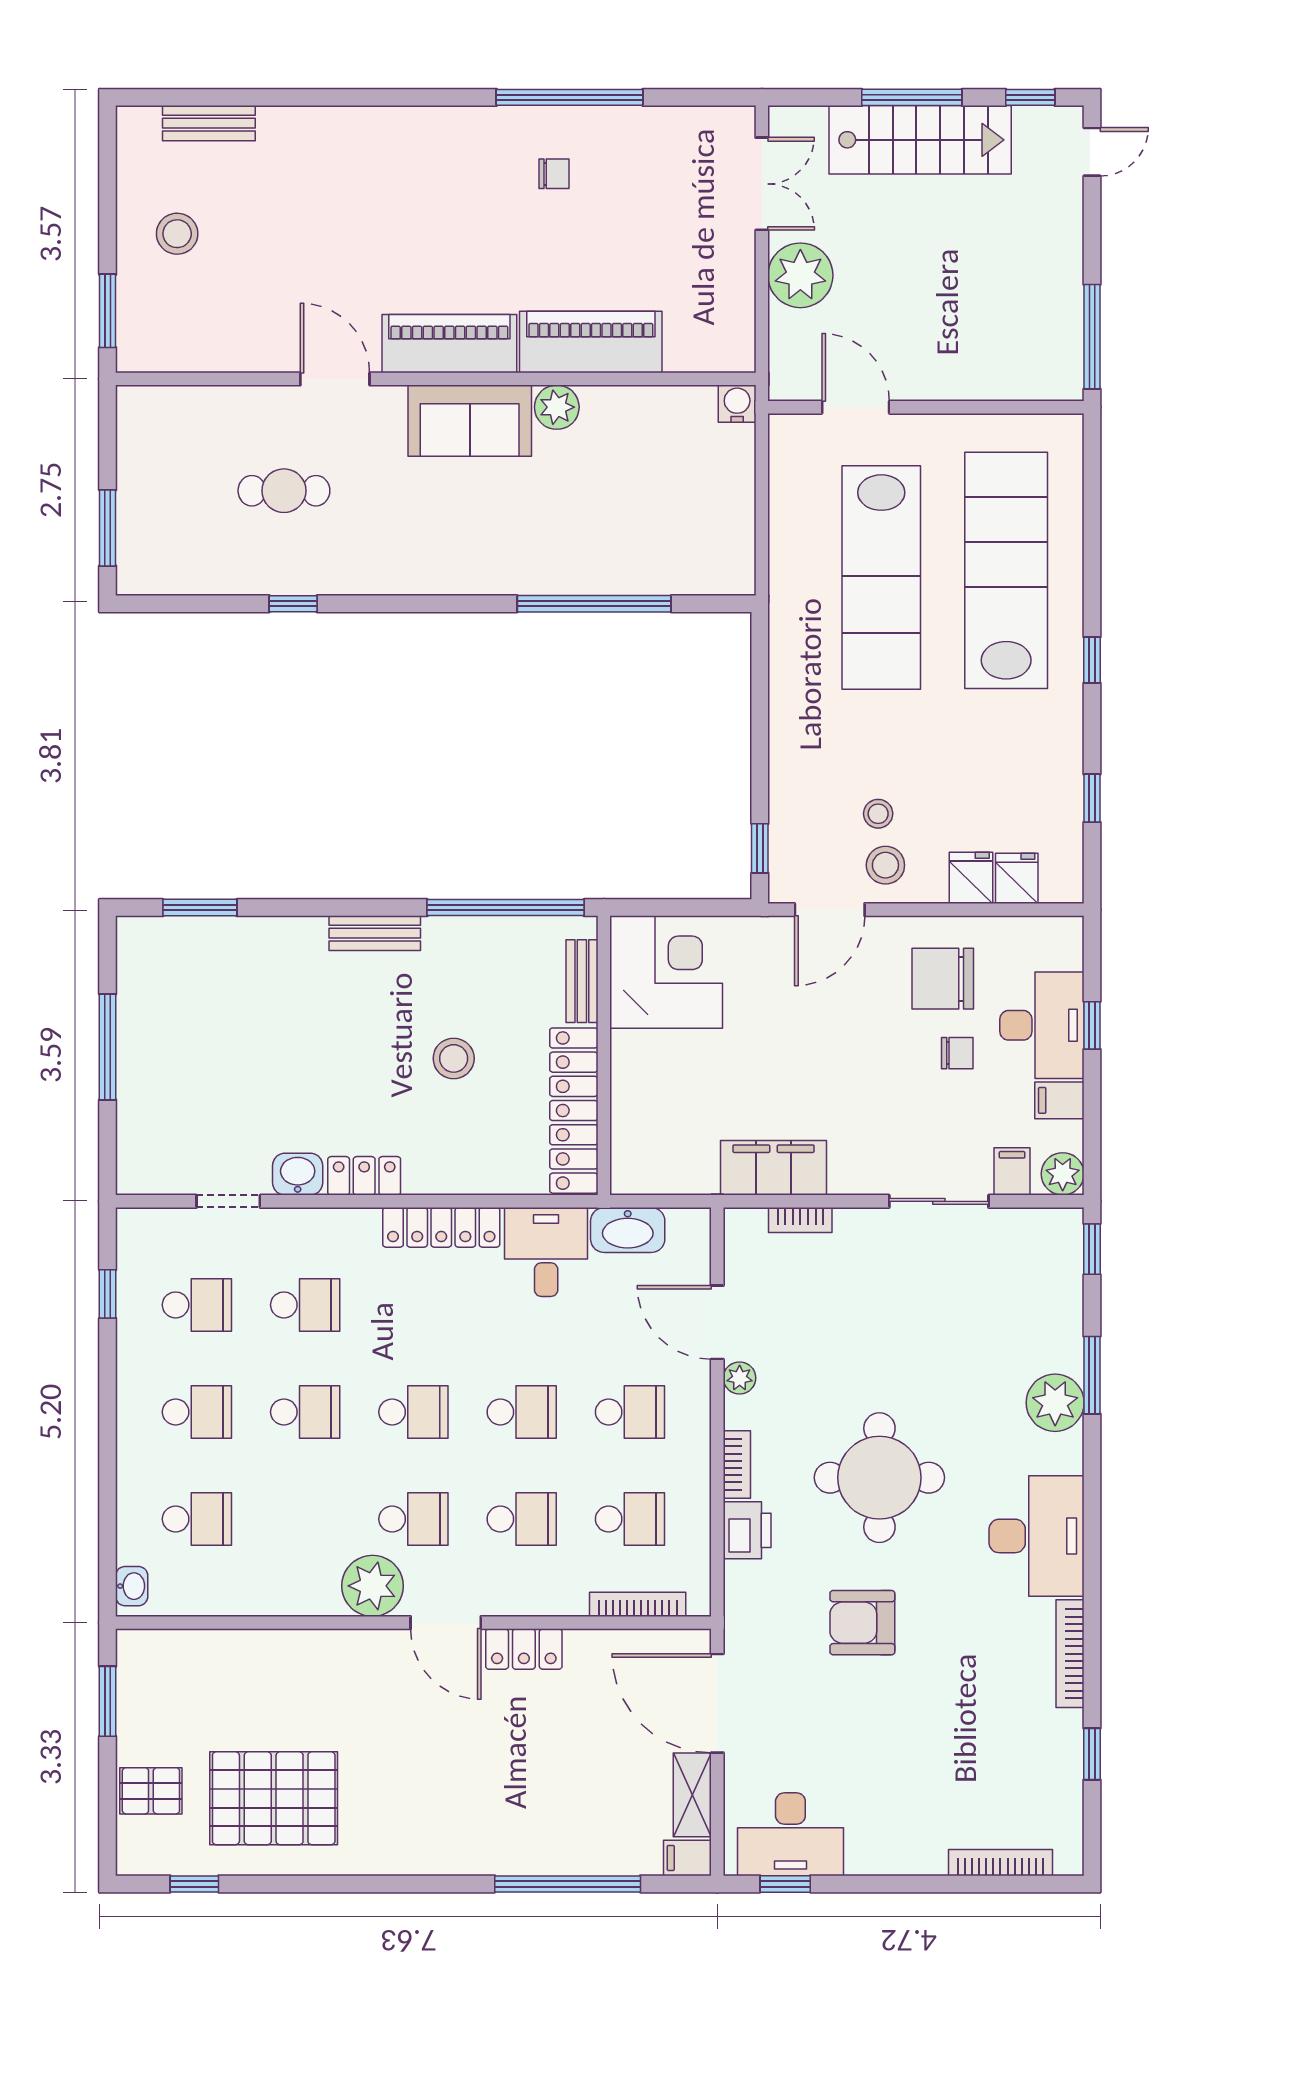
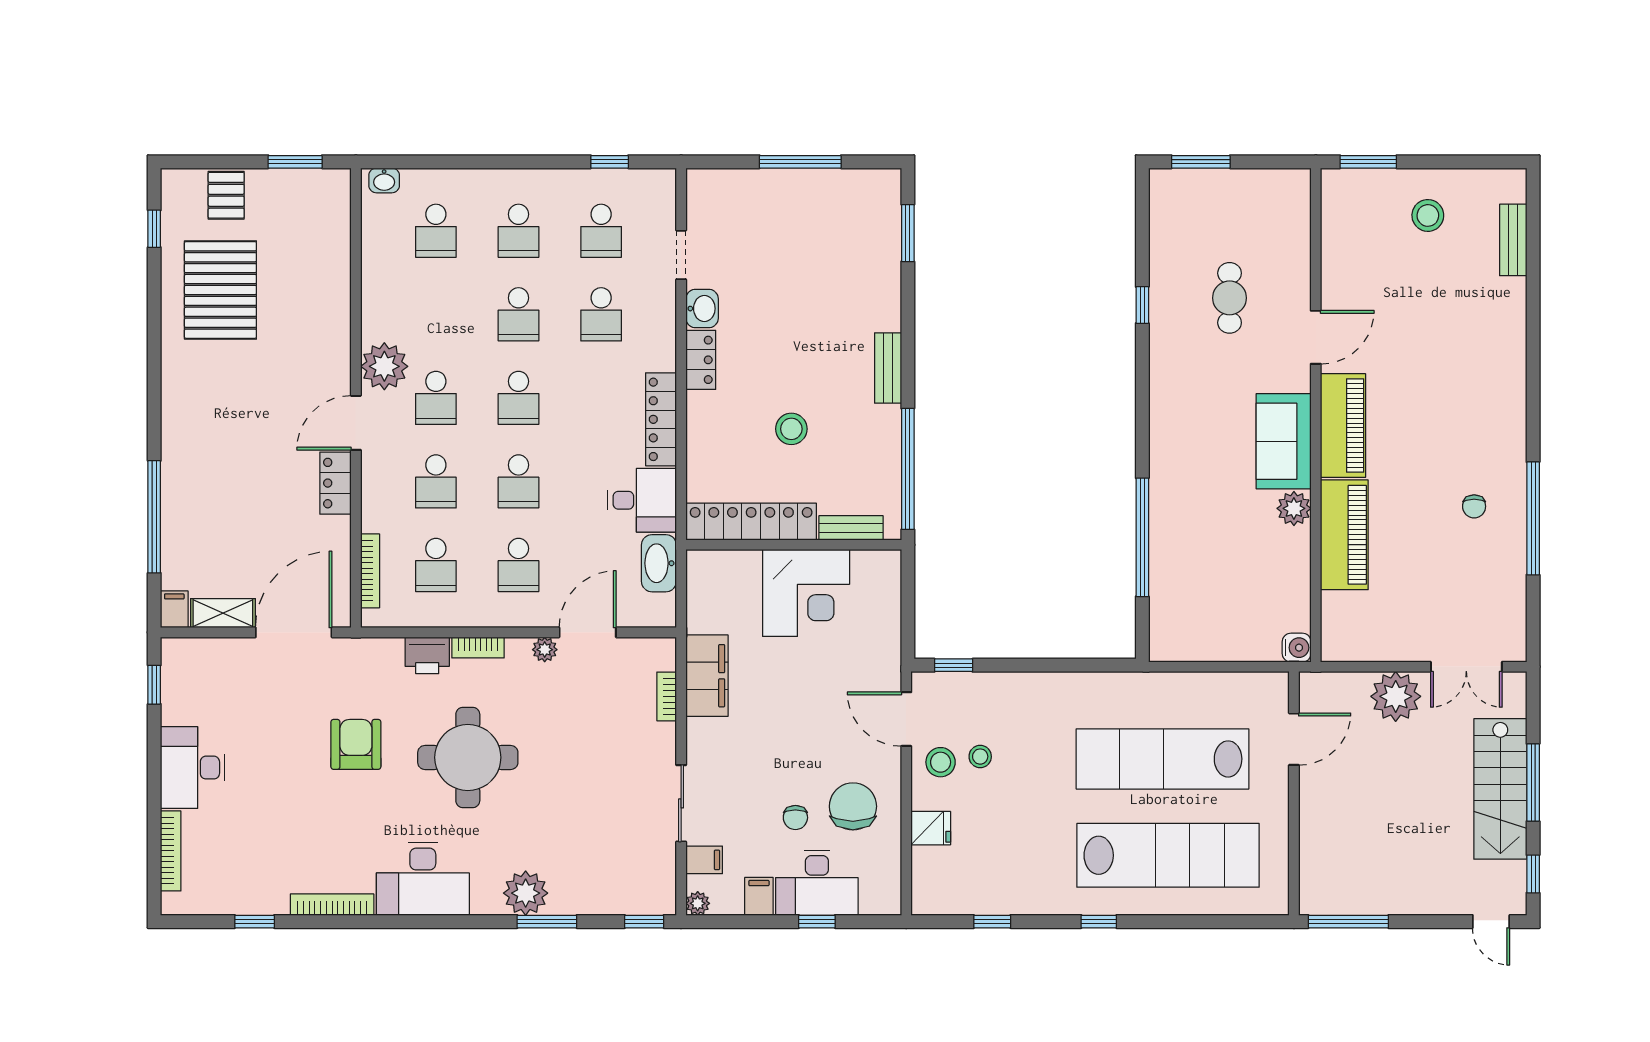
fridge: (1017, 878) -> (930, 864), removed
corner desk: (666, 972) -> (806, 593), moved
plant: (1063, 1174) -> (698, 903), width x0.73, depth x0.73
desk: (790, 1834) -> (193, 768), moved

